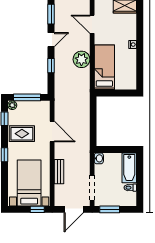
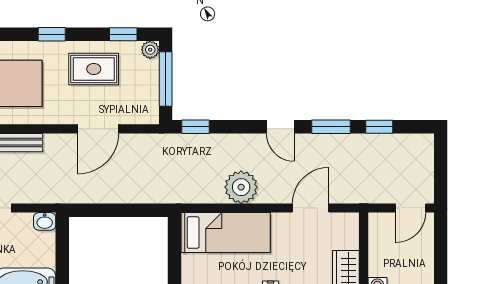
window: (51, 66) -> (195, 127), moved
rug: (22, 134) -> (94, 69), turned 90

